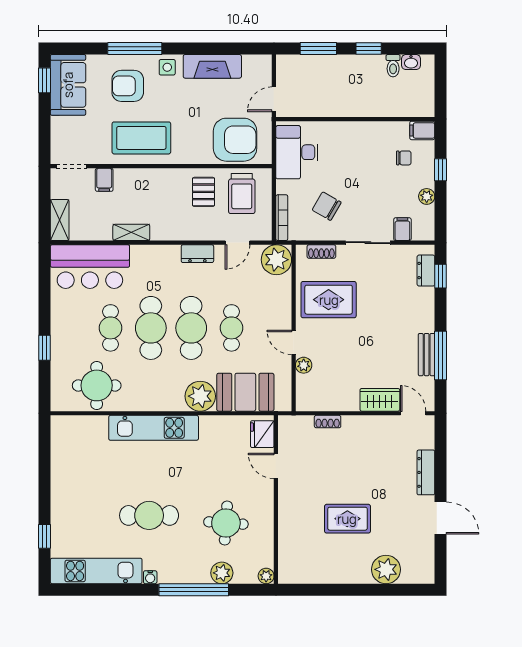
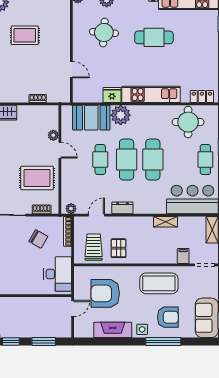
armchair: (235, 140) -> (105, 293), moved
plant: (276, 260) -> (71, 209), width x0.53, depth x0.53
cafe table: (110, 328) -> (205, 160), moved
locker: (75, 425) -> (202, 97), added
fridge: (262, 434) -> (112, 95), moved, turned -90

